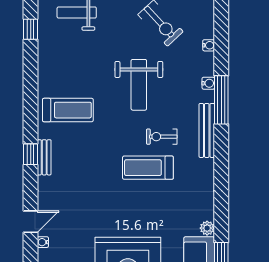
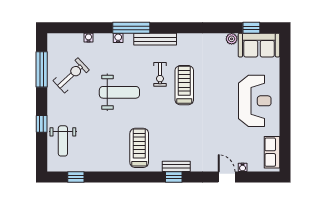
treadmill: (148, 168) -> (184, 85), turned 180

